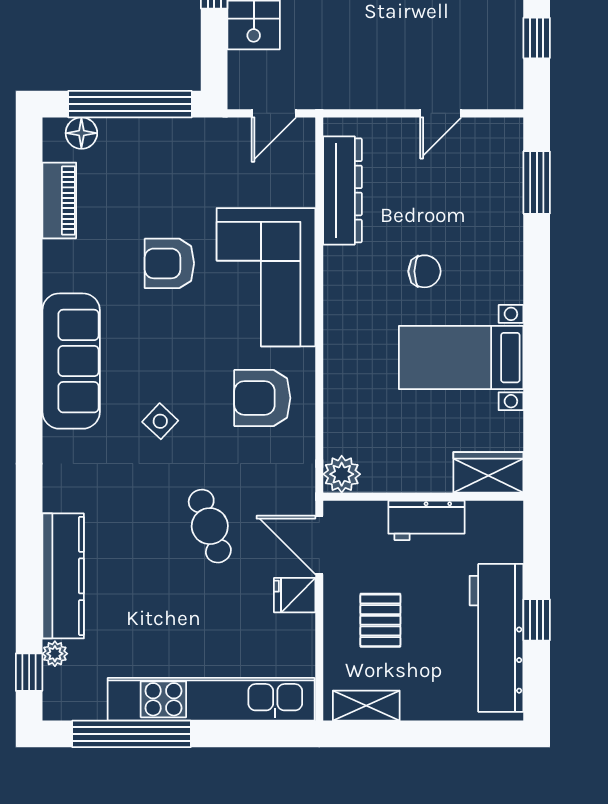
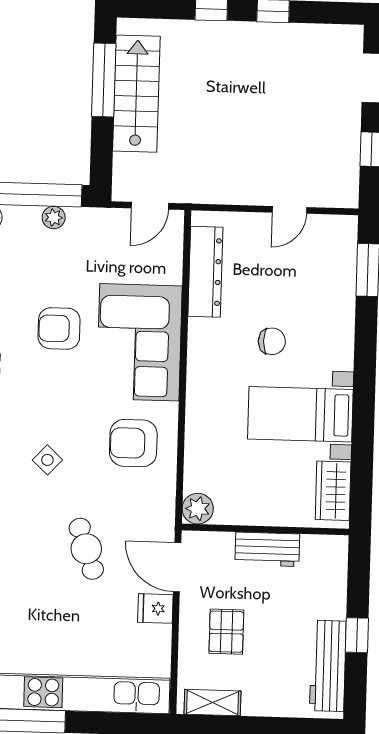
plant: (159, 131) -> (54, 218), added
wardrobe: (488, 472) -> (333, 491), moved, turned -90
workbench: (496, 638) -> (328, 666), width x0.73, depth x0.76

